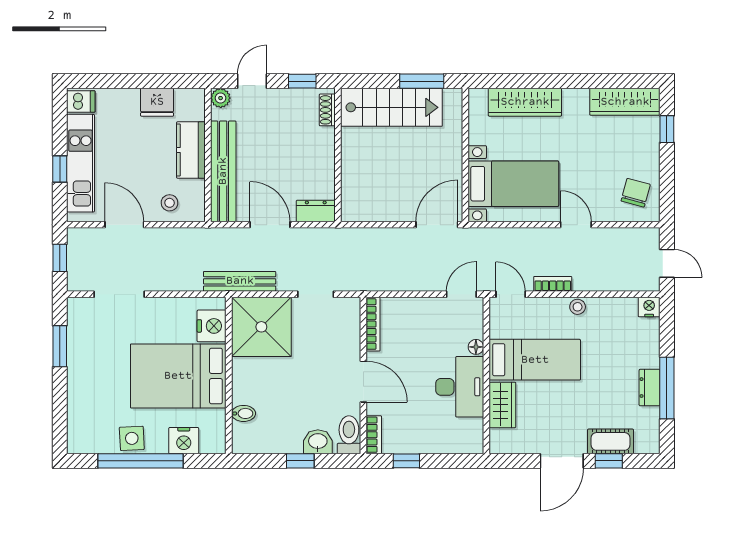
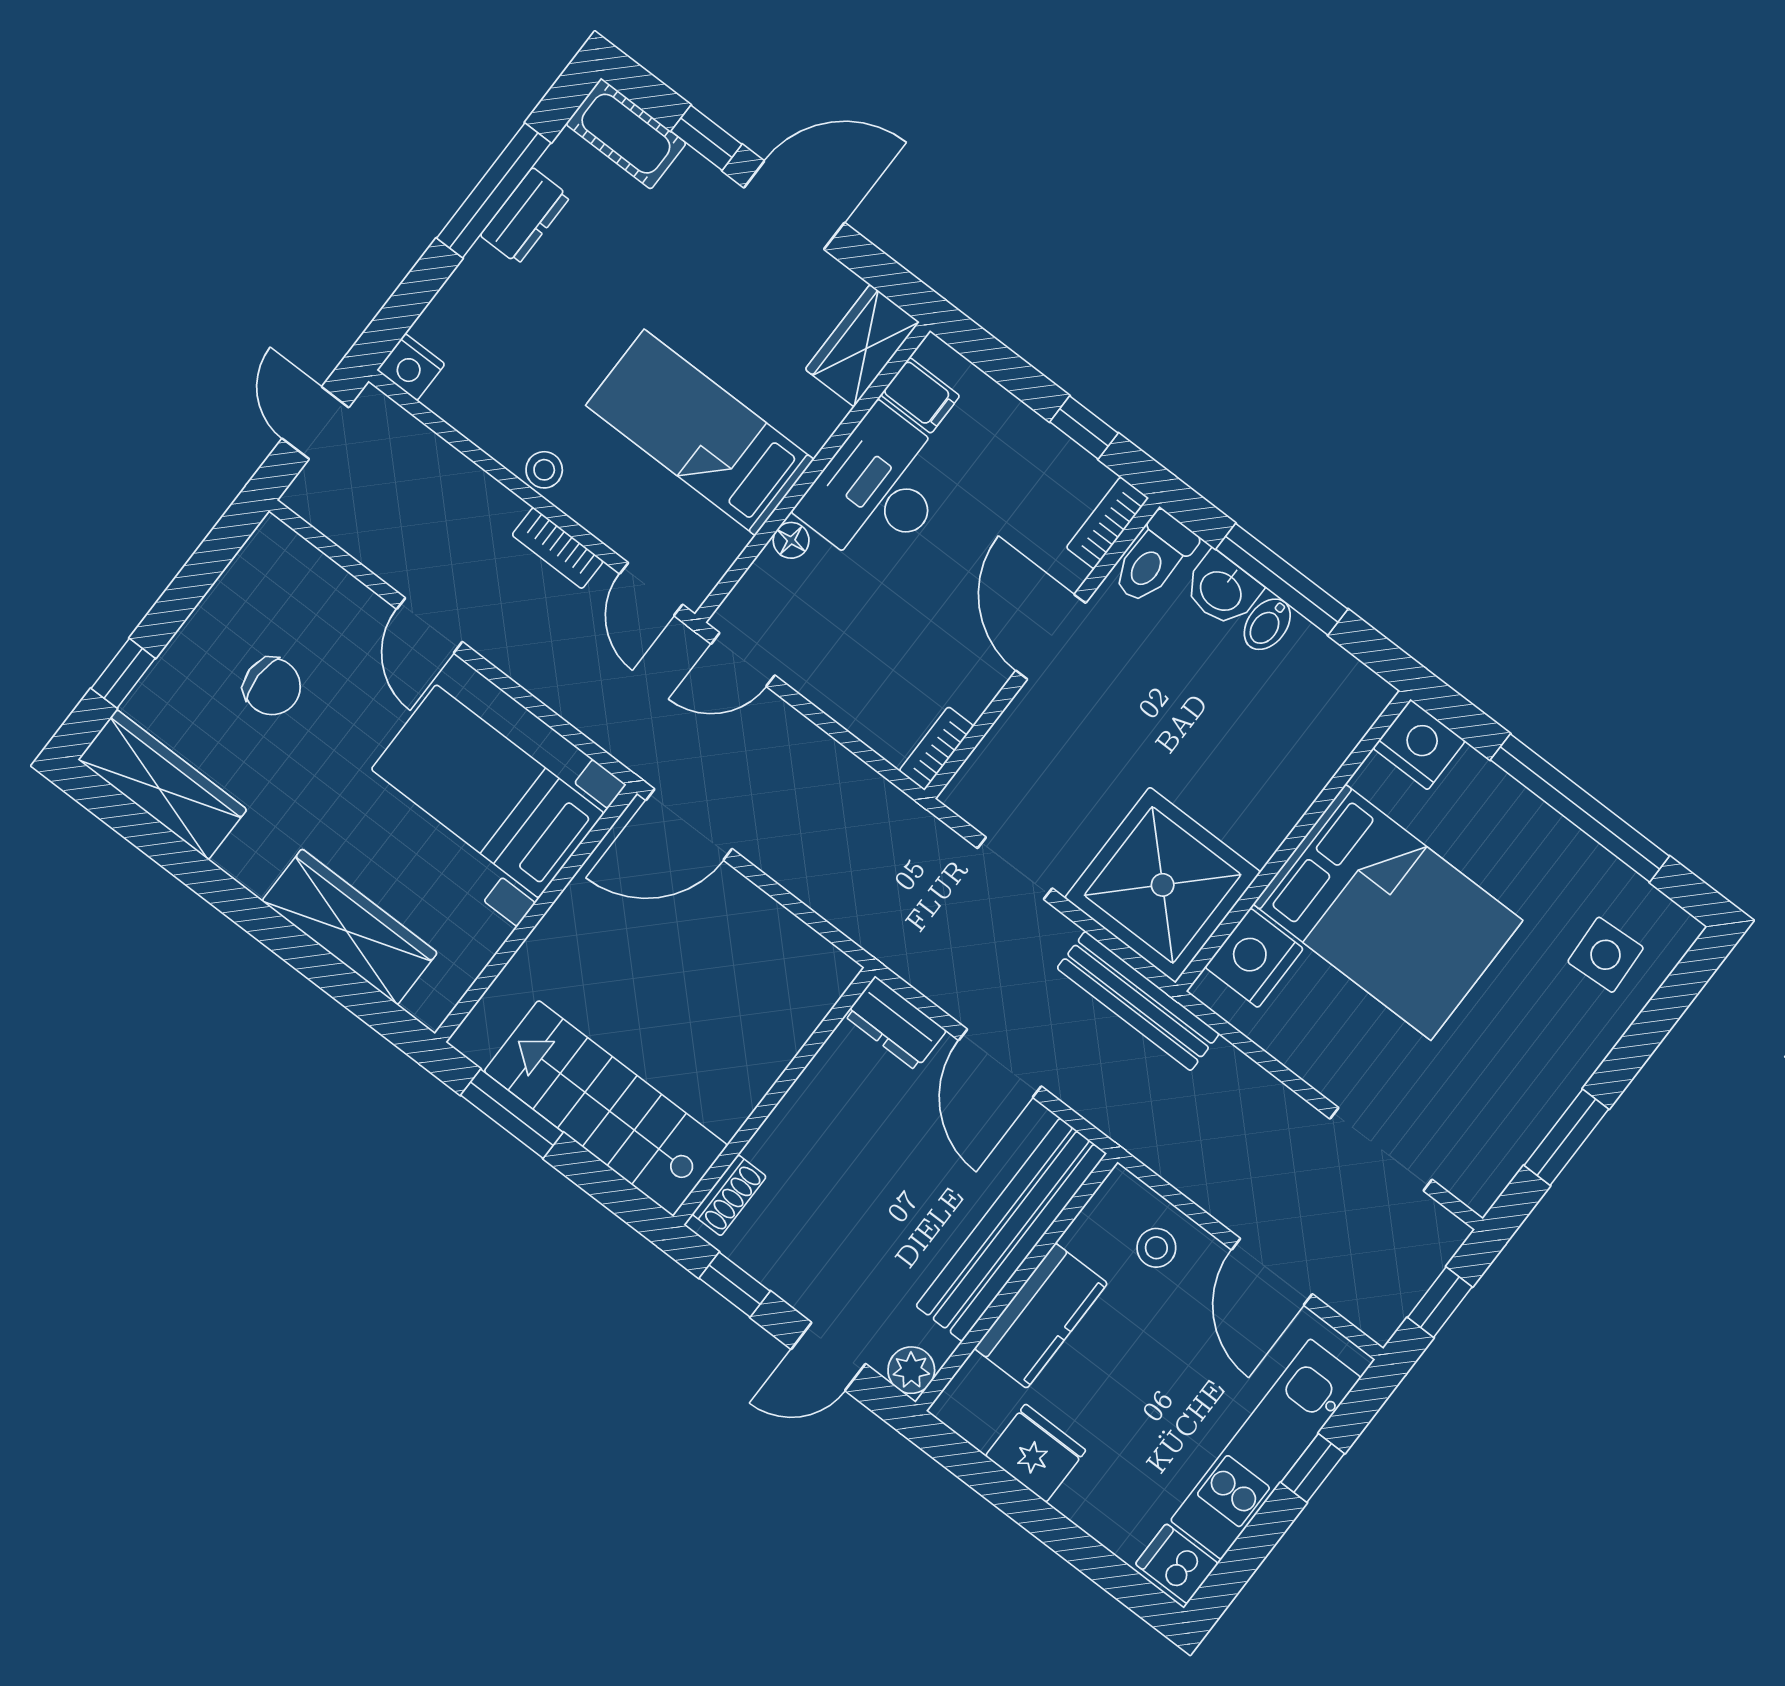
chair: (636, 193) -> (272, 686), moved, turned -105
bookcase: (373, 324) -> (936, 748), width x0.64
wardrobe: (502, 405) -> (862, 346), moved
bidet: (244, 413) -> (1267, 624), moved, turned -90
filing cabinet: (470, 429) -> (920, 395), added
side table: (132, 438) -> (1606, 955), moved
nightstand: (184, 441) -> (1419, 745), moved
cot: (611, 441) -> (626, 134), moved
window: (300, 461) -> (1282, 579), width x2.17

